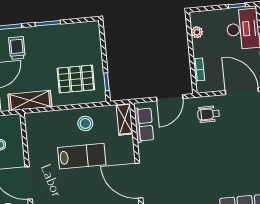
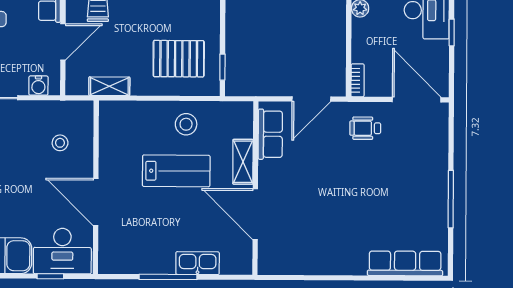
bookcase: (199, 70) -> (358, 80), moved
shelving: (30, 100) -> (109, 86), width x0.67, depth x0.75
shelving: (125, 119) -> (243, 162), moved

